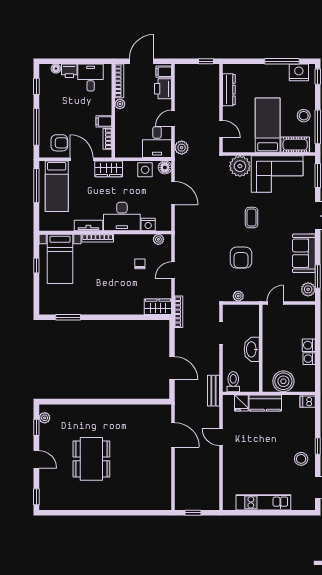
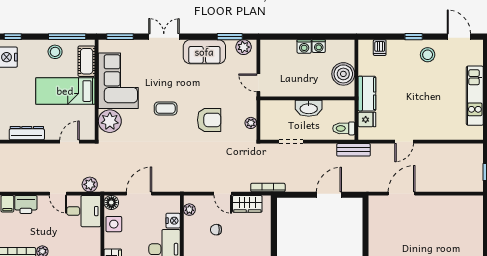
wardrobe: (158, 307) -> (247, 204), moved, turned -90
dishwasher: (308, 402) -> (380, 48), moved

